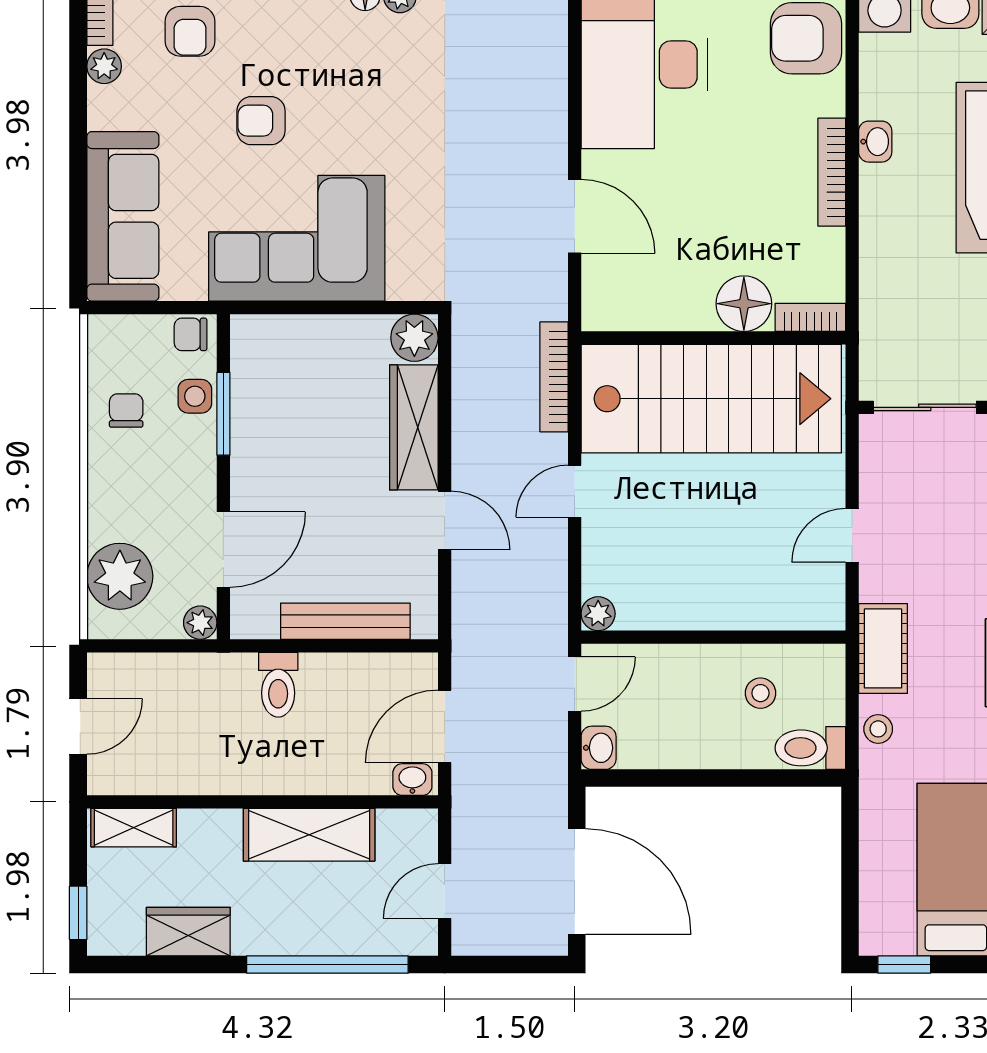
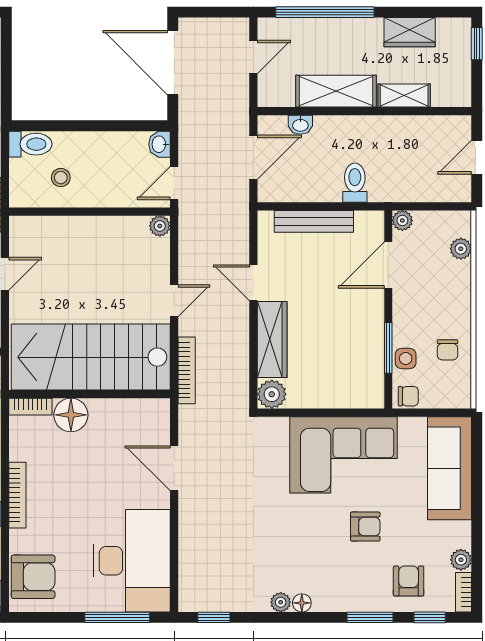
plant: (120, 576) -> (461, 249), width x0.53, depth x0.53
washbasin: (412, 780) -> (300, 125), moved
shelving: (134, 828) -> (404, 96), moved

